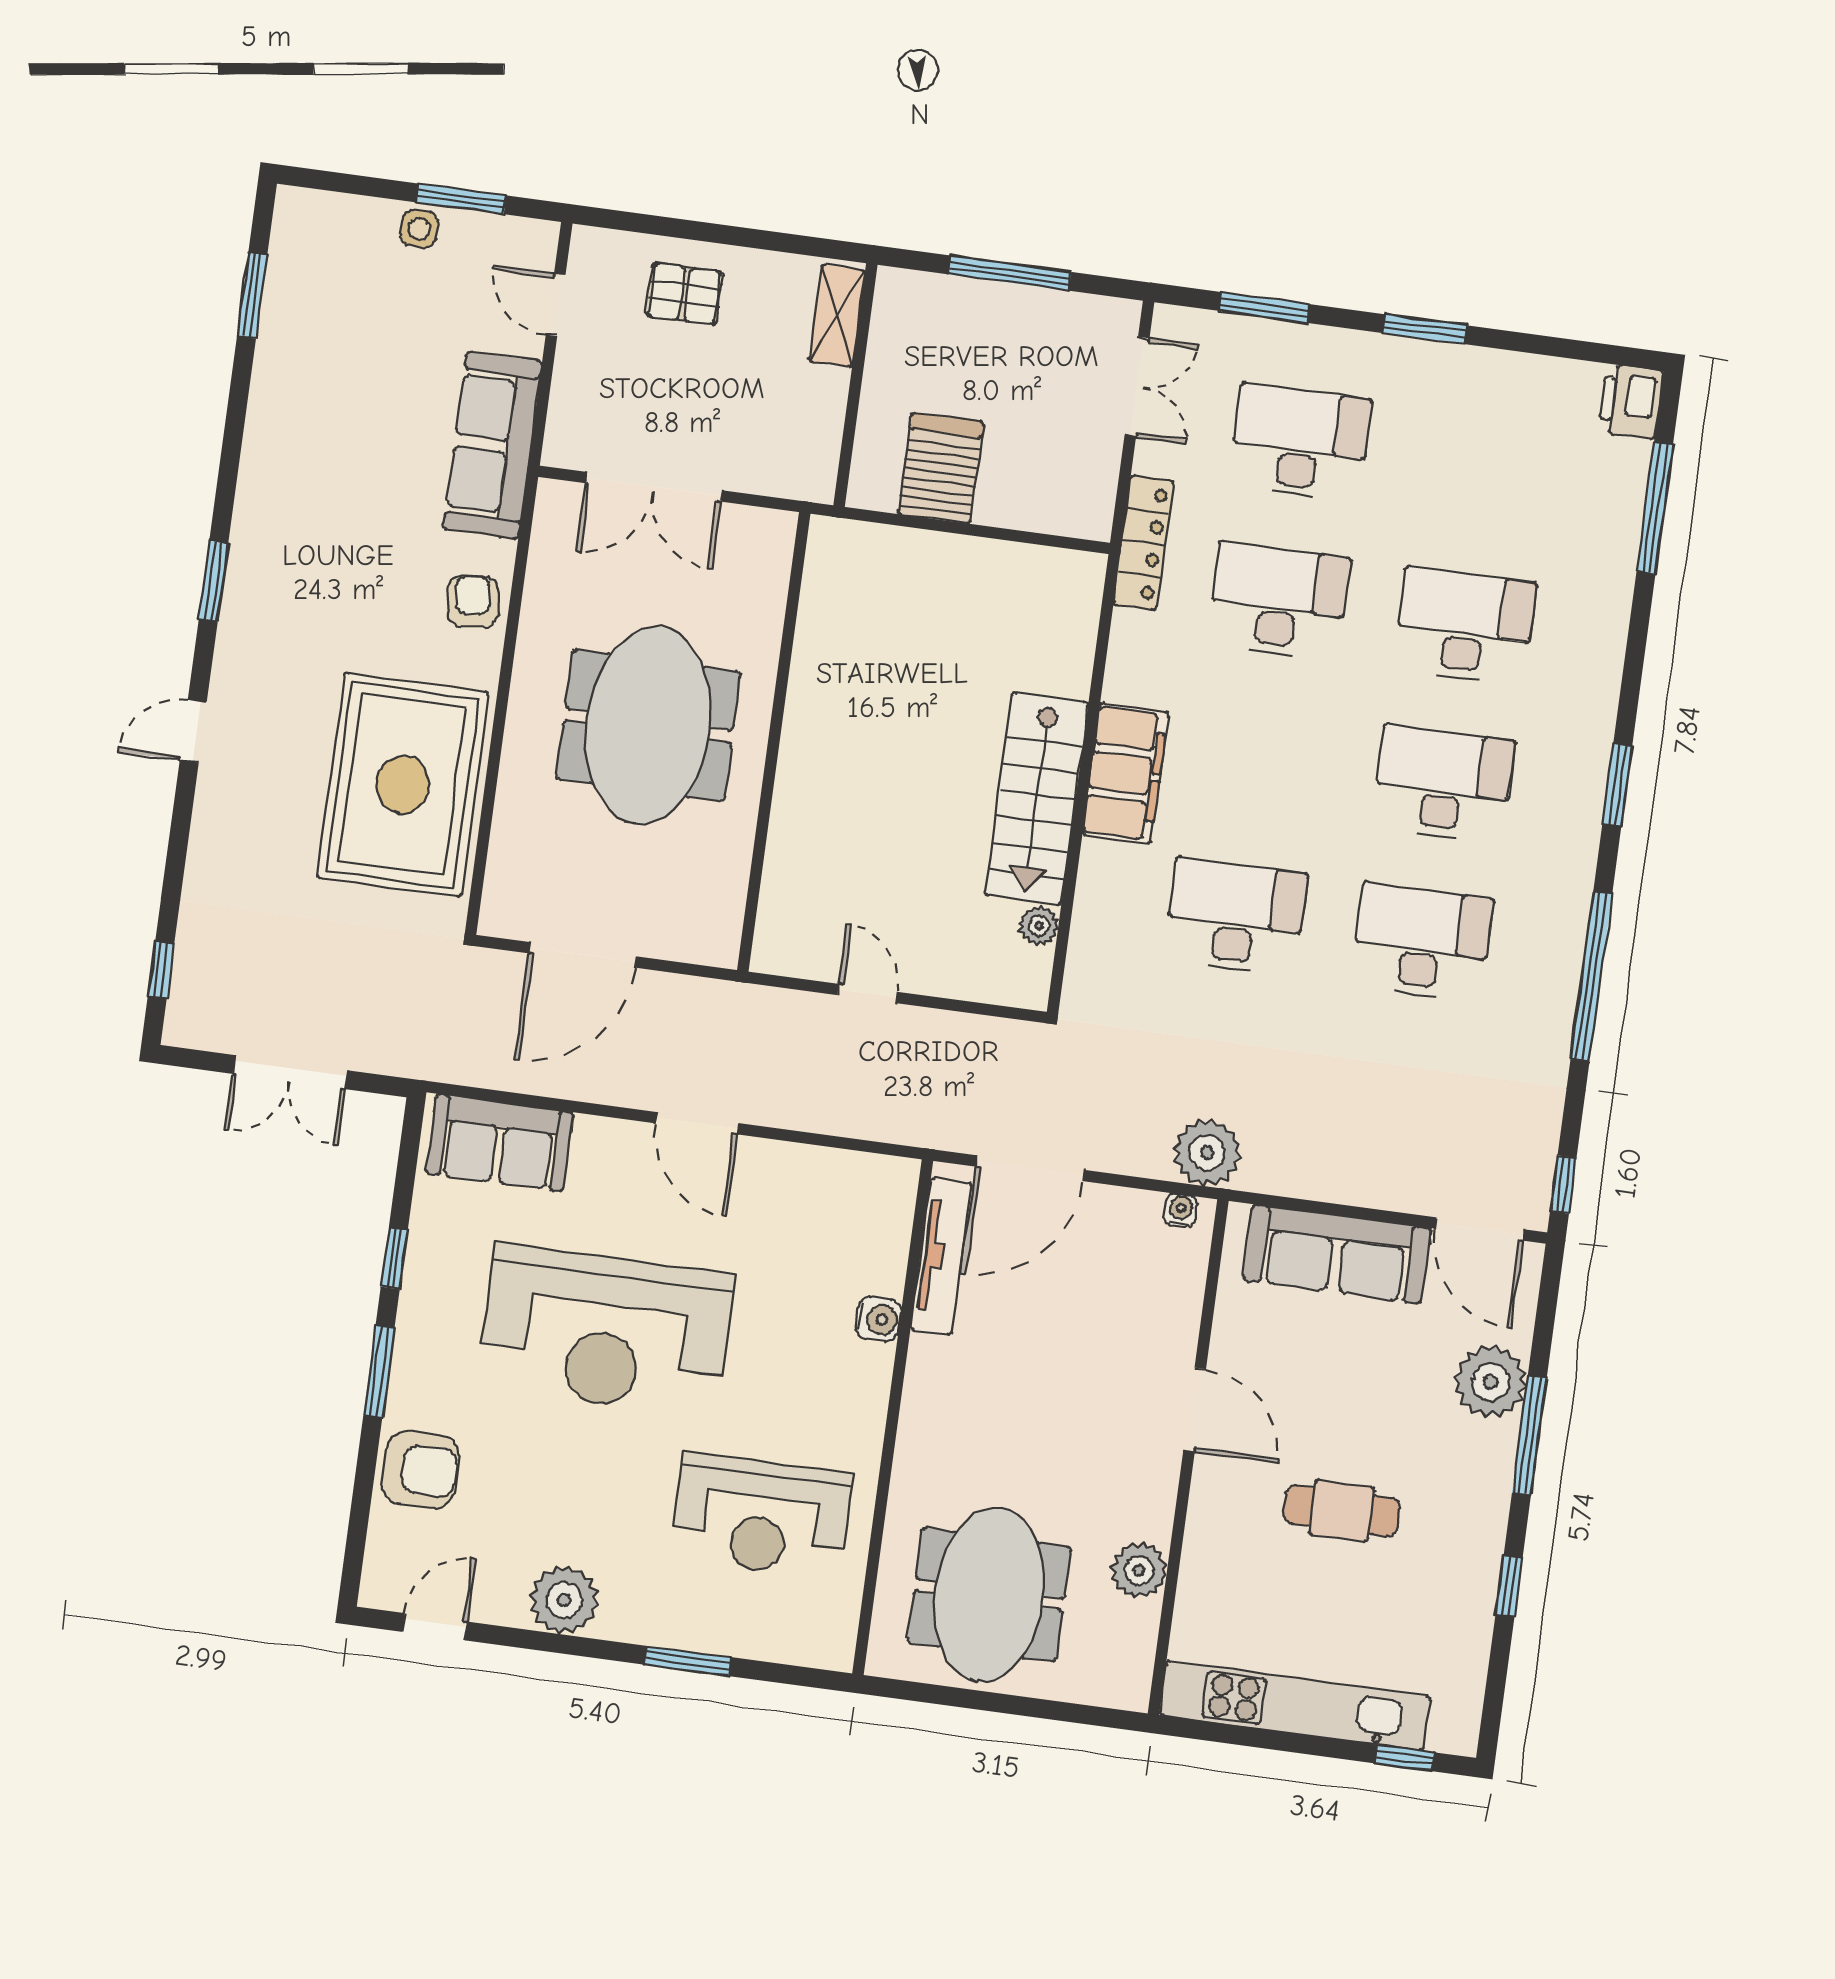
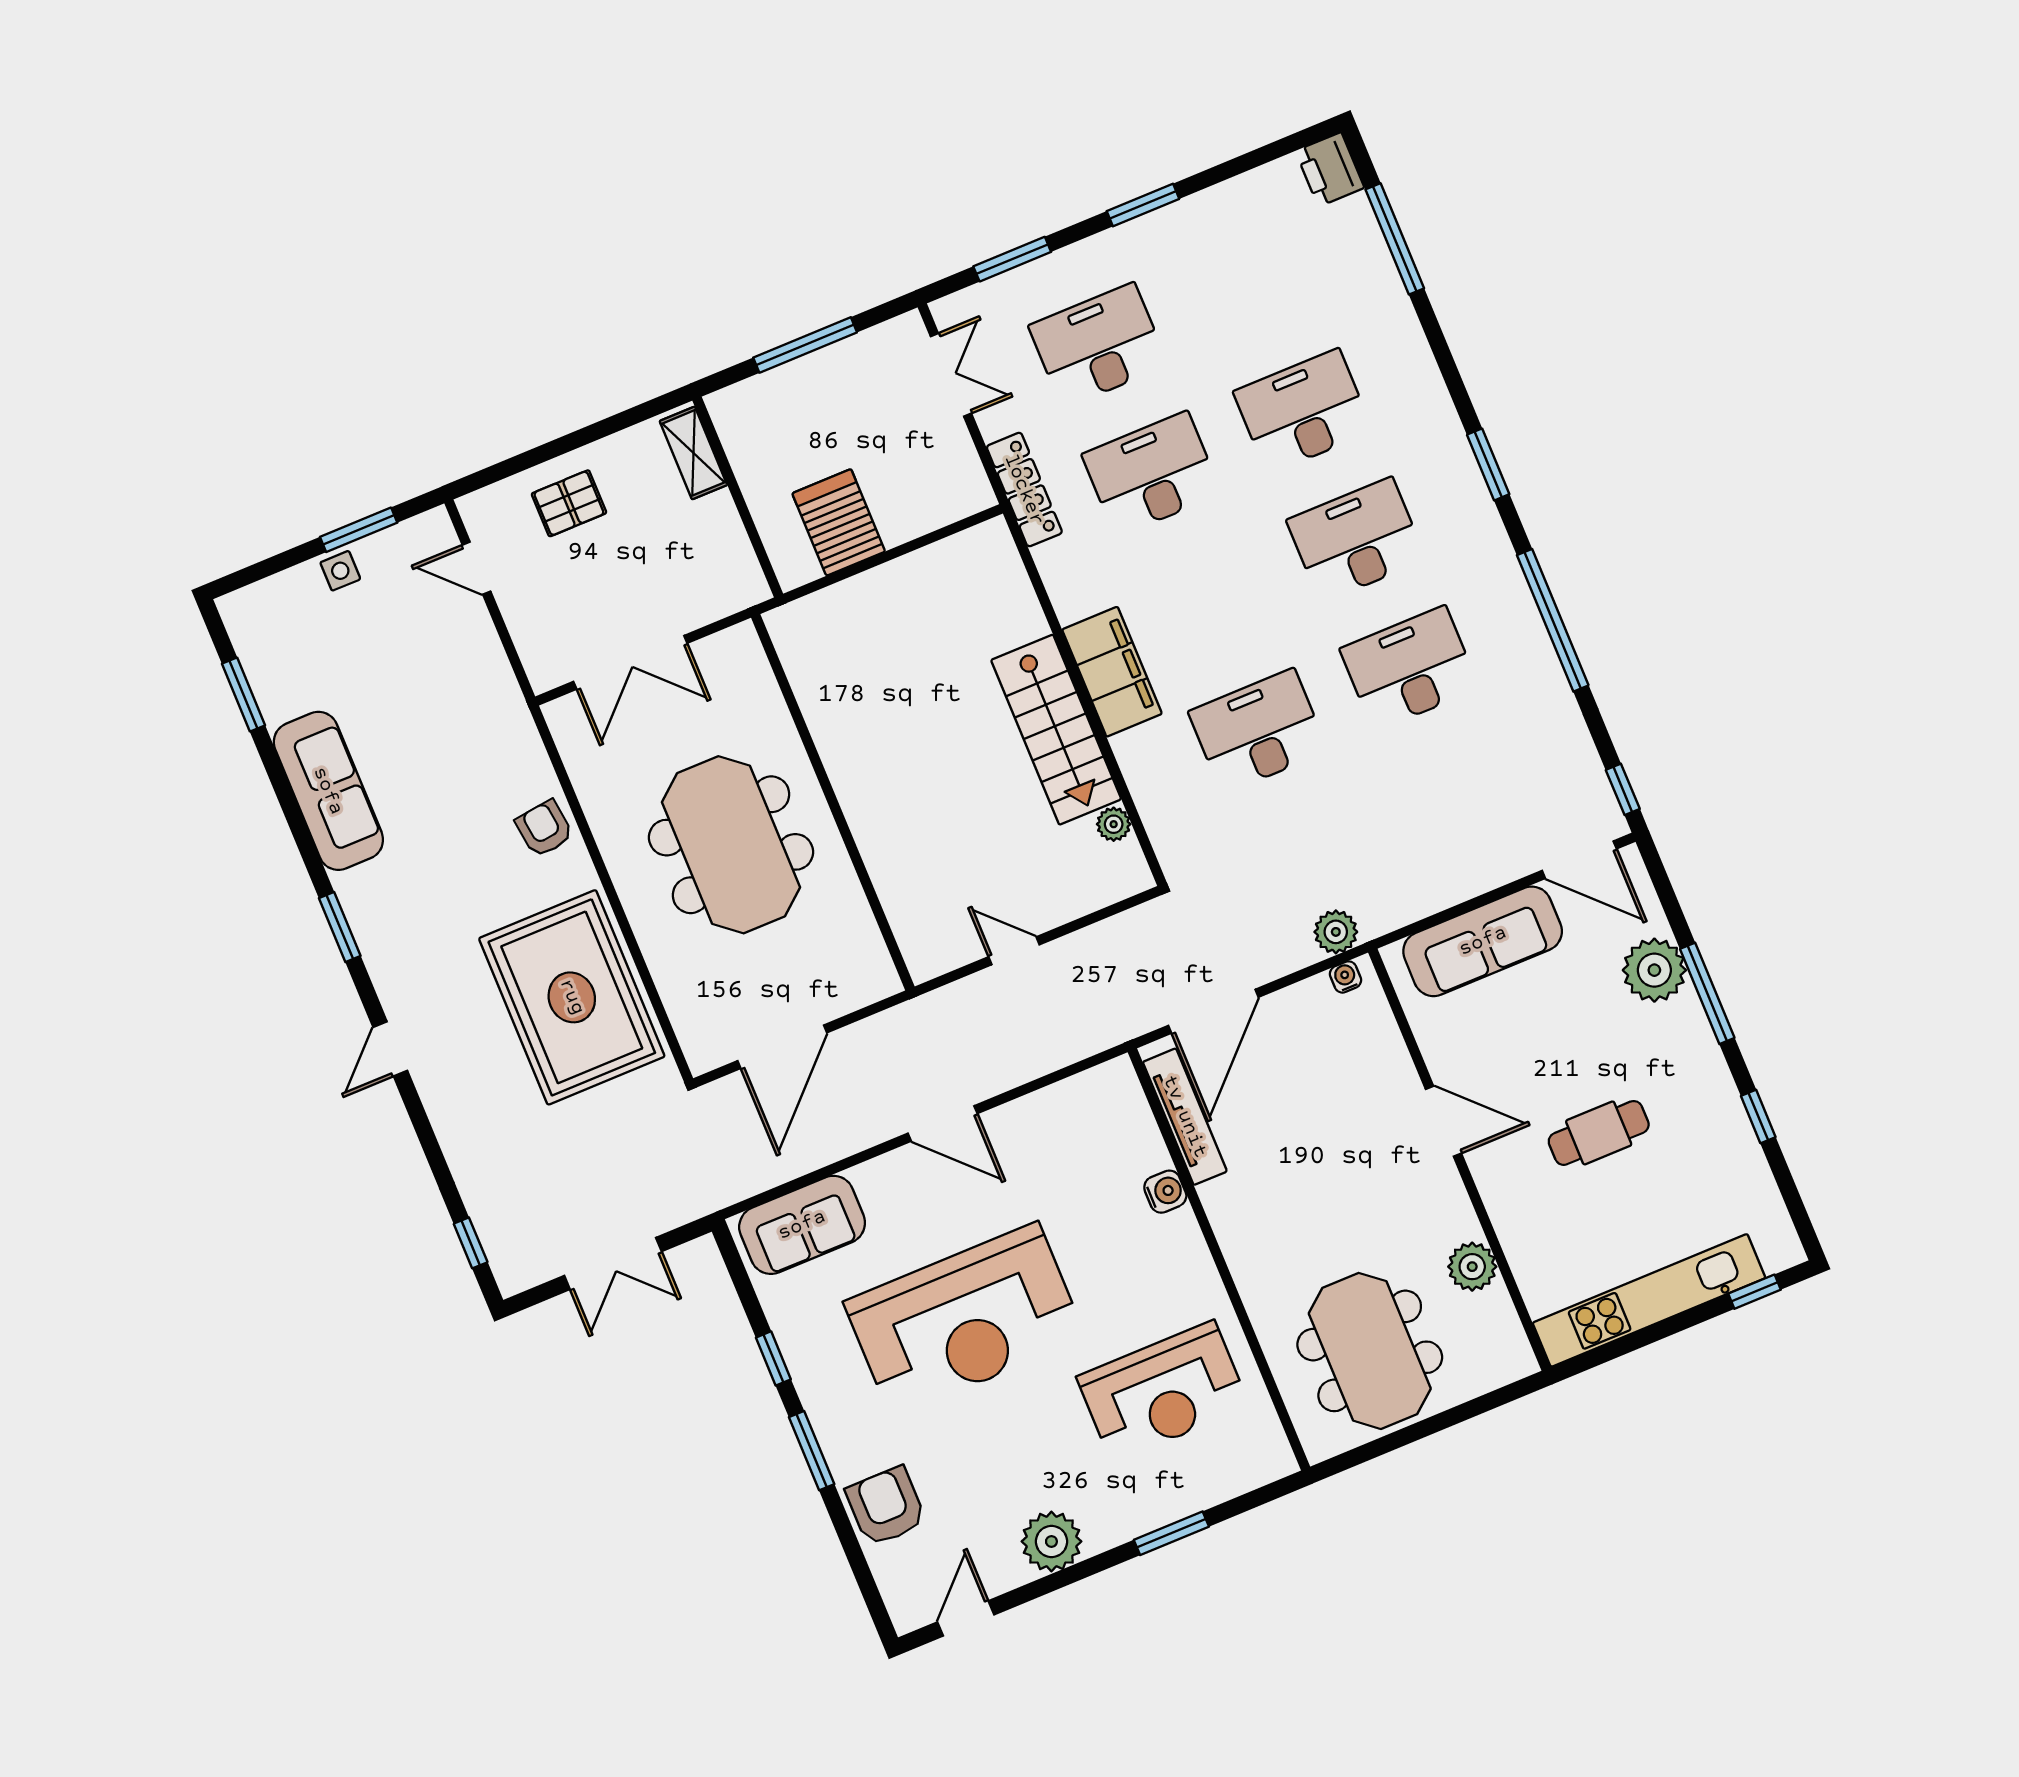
sofa: (492, 445) -> (328, 791), moved, turned 180
plant: (1207, 1153) -> (1336, 932), width x0.73, depth x0.73
armchair: (420, 1470) -> (886, 1506), turned -90

